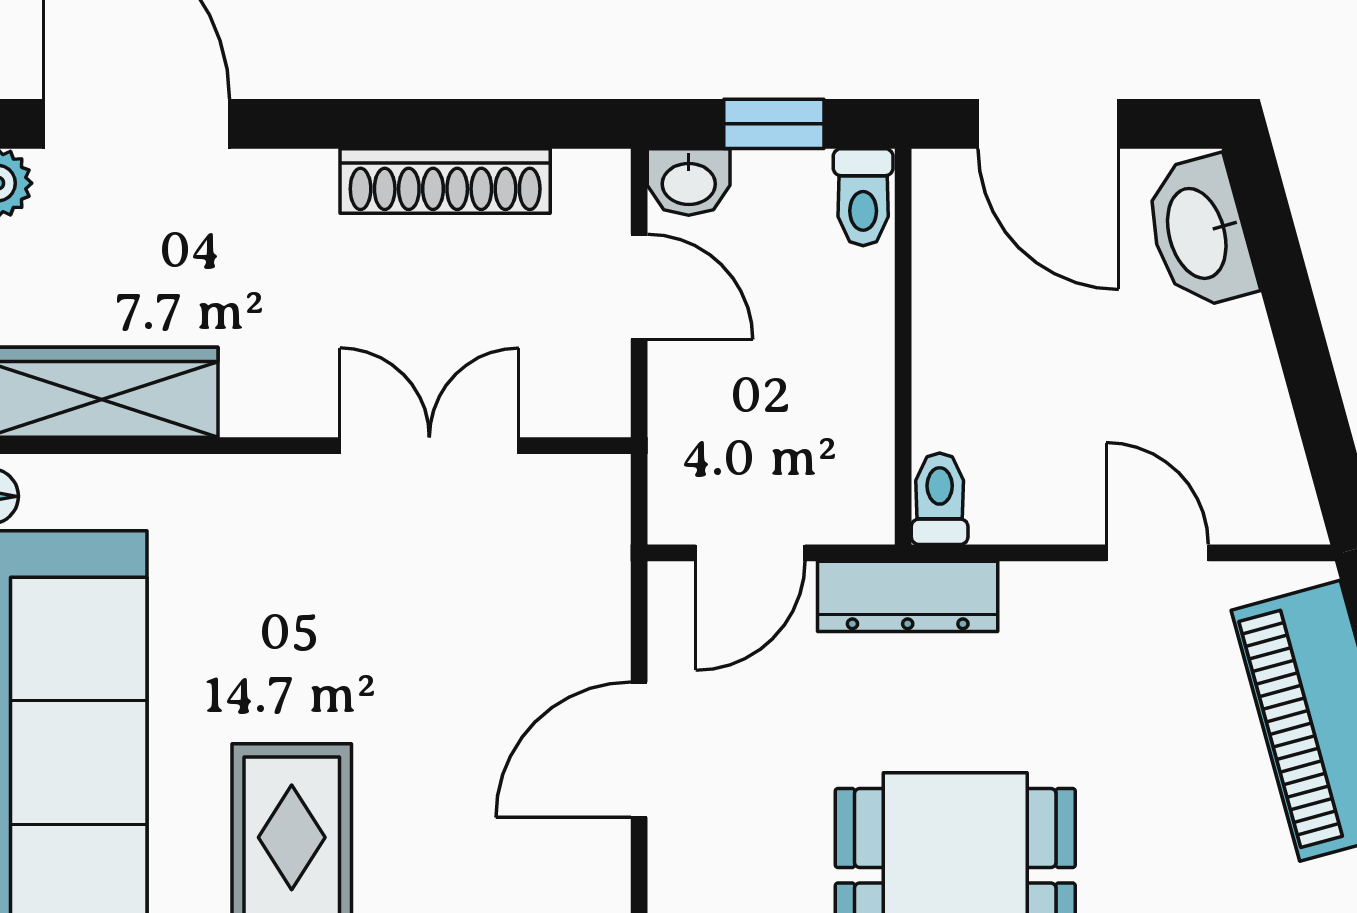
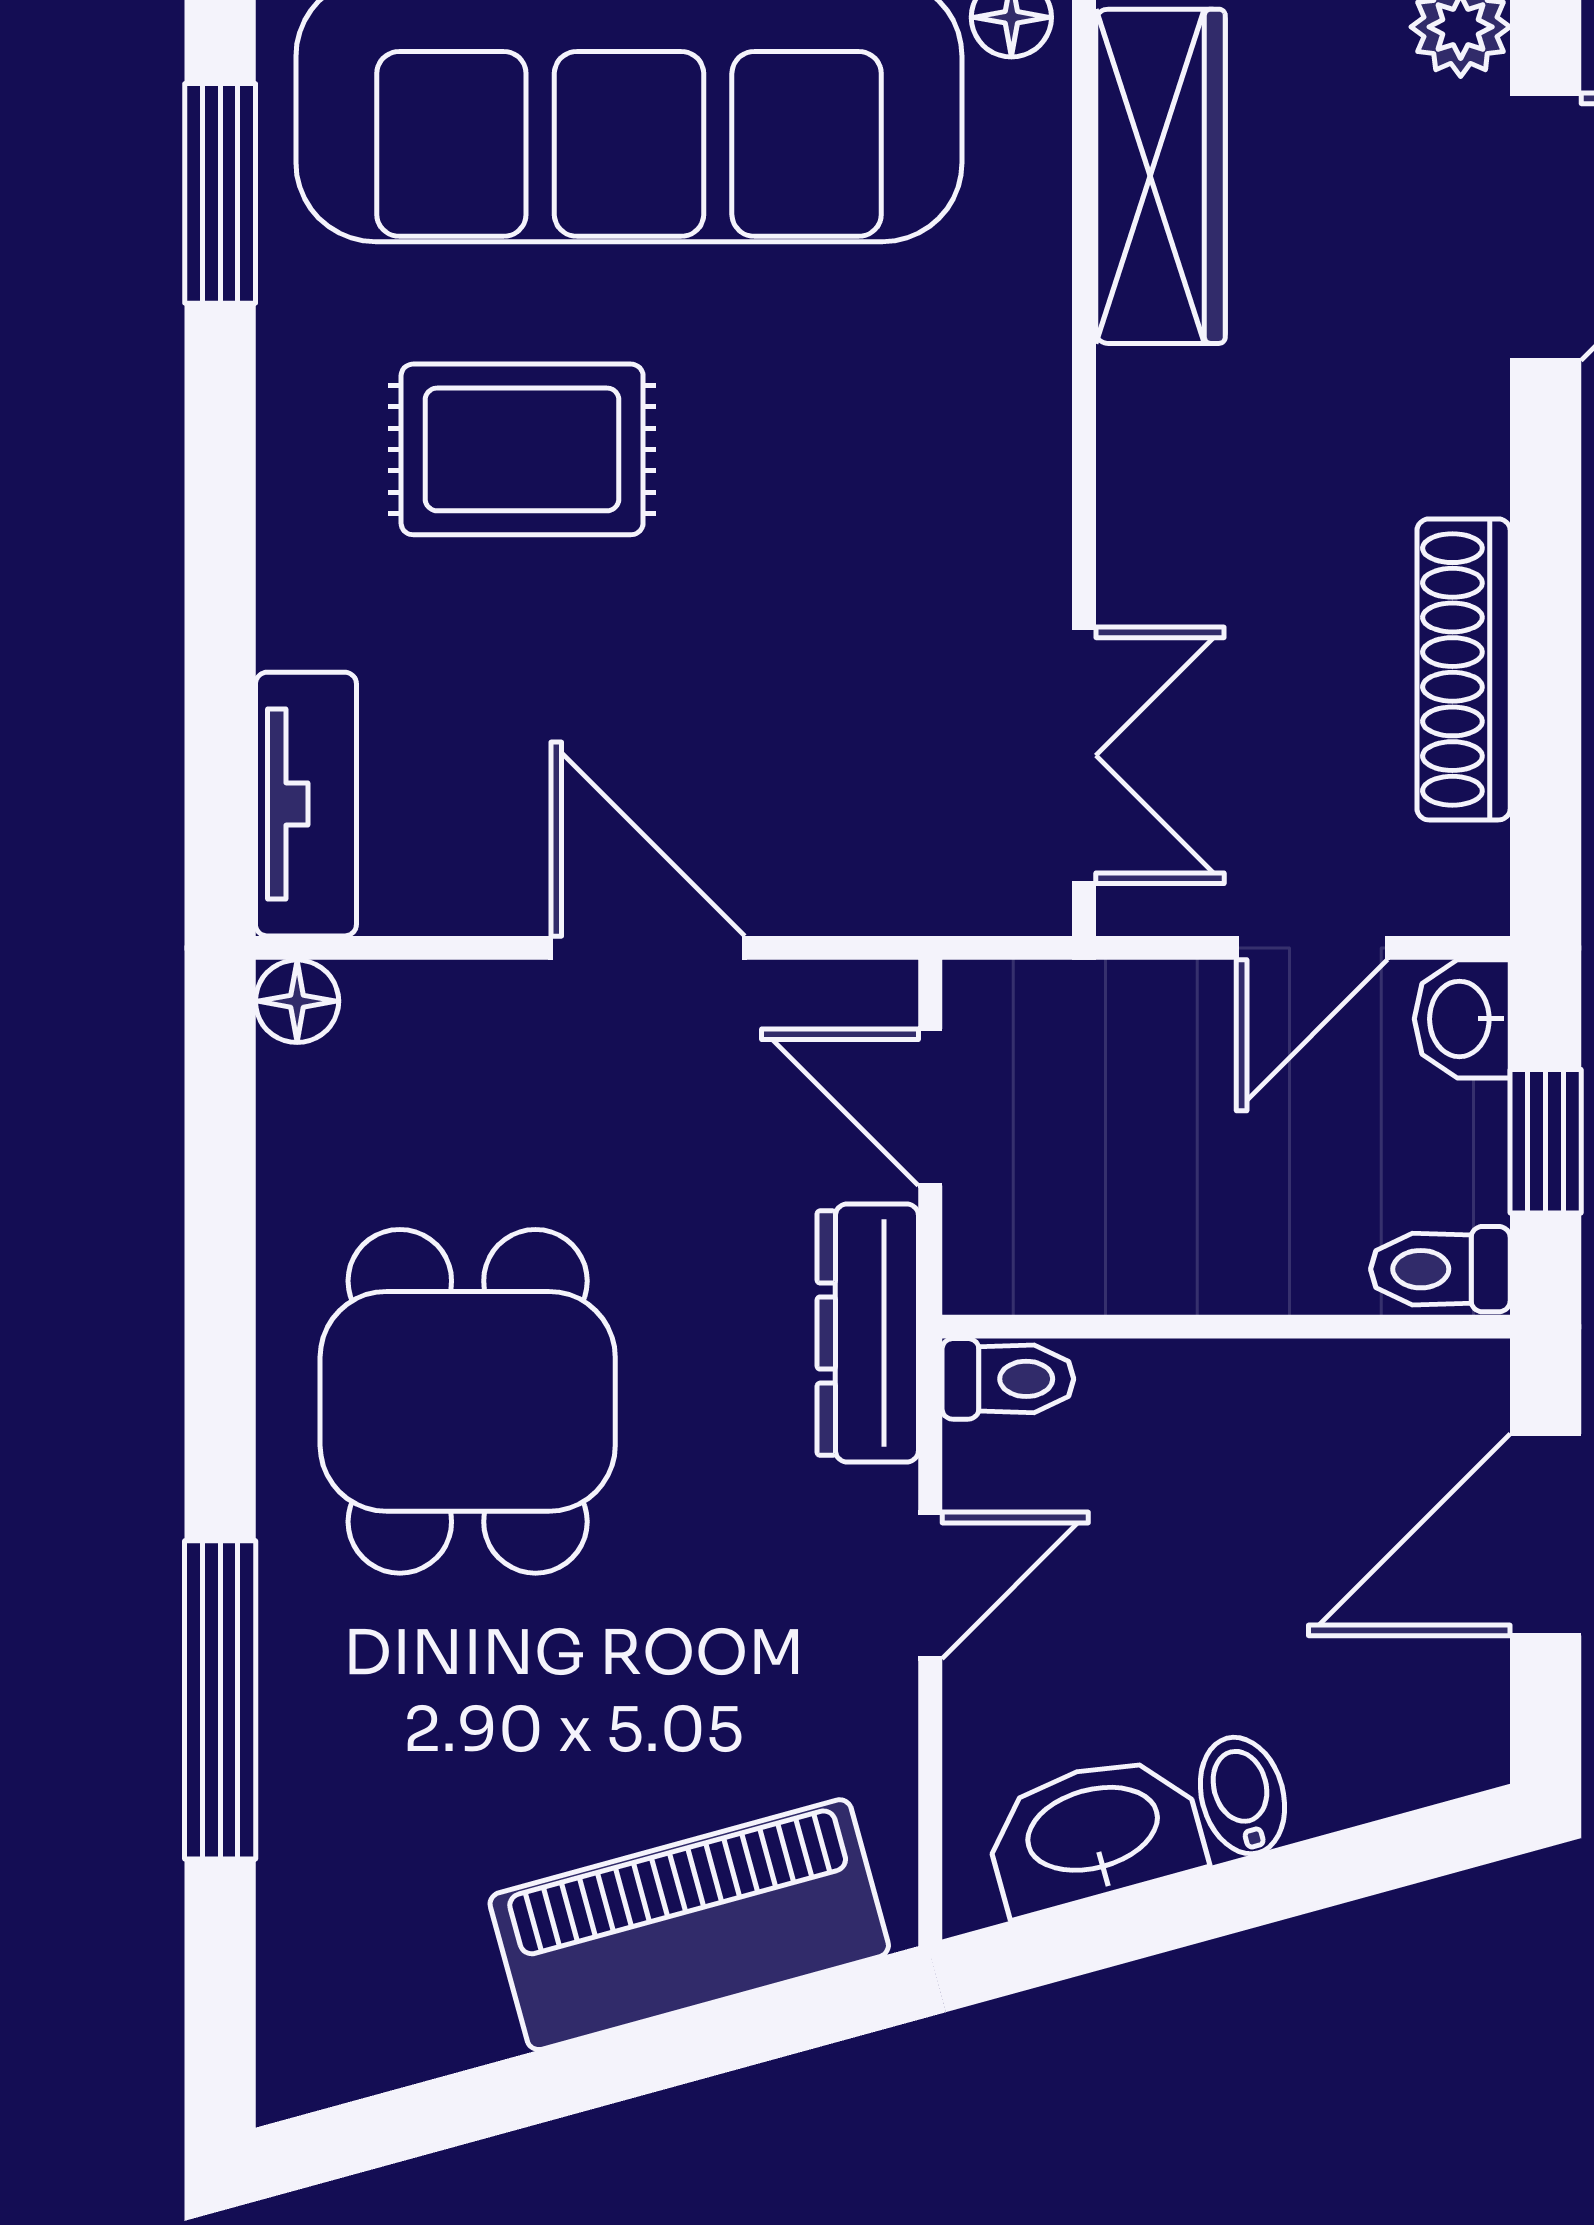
washbasin: (1199, 233) -> (1094, 1833), moved
bidet: (1230, 335) -> (1242, 1796), added
double door: (429, 446) -> (1084, 755), moved
door: (1157, 553) -> (930, 1585), moved

